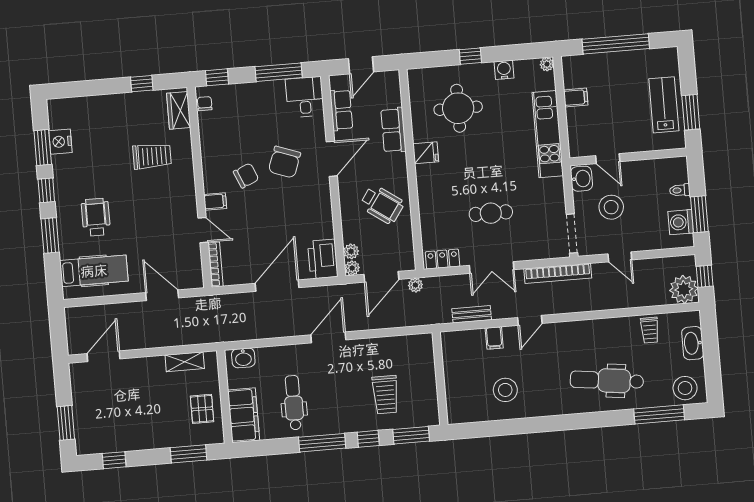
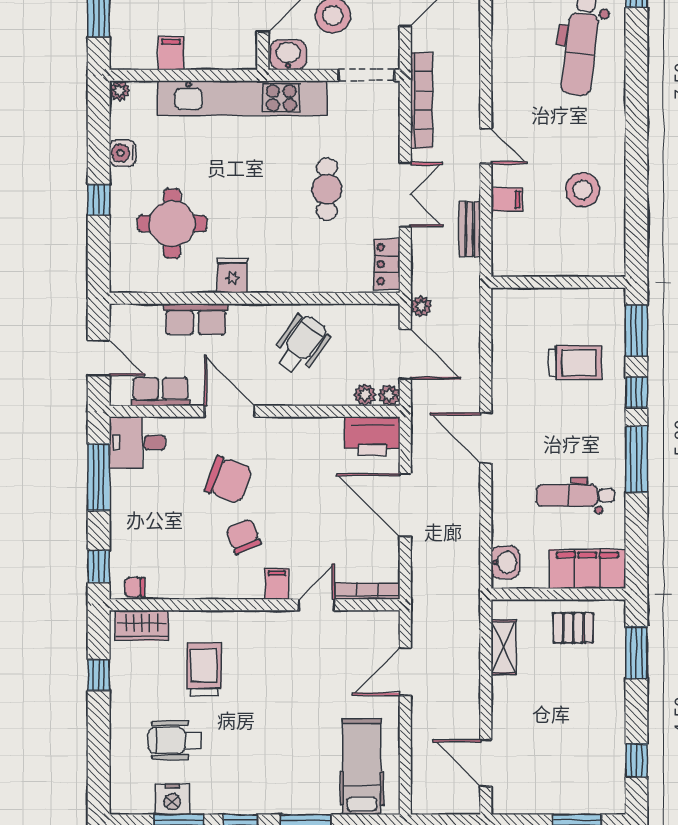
kitchen unit: (548, 134) -> (243, 98), width x1.36
wheelchair: (96, 217) -> (175, 740), moved

